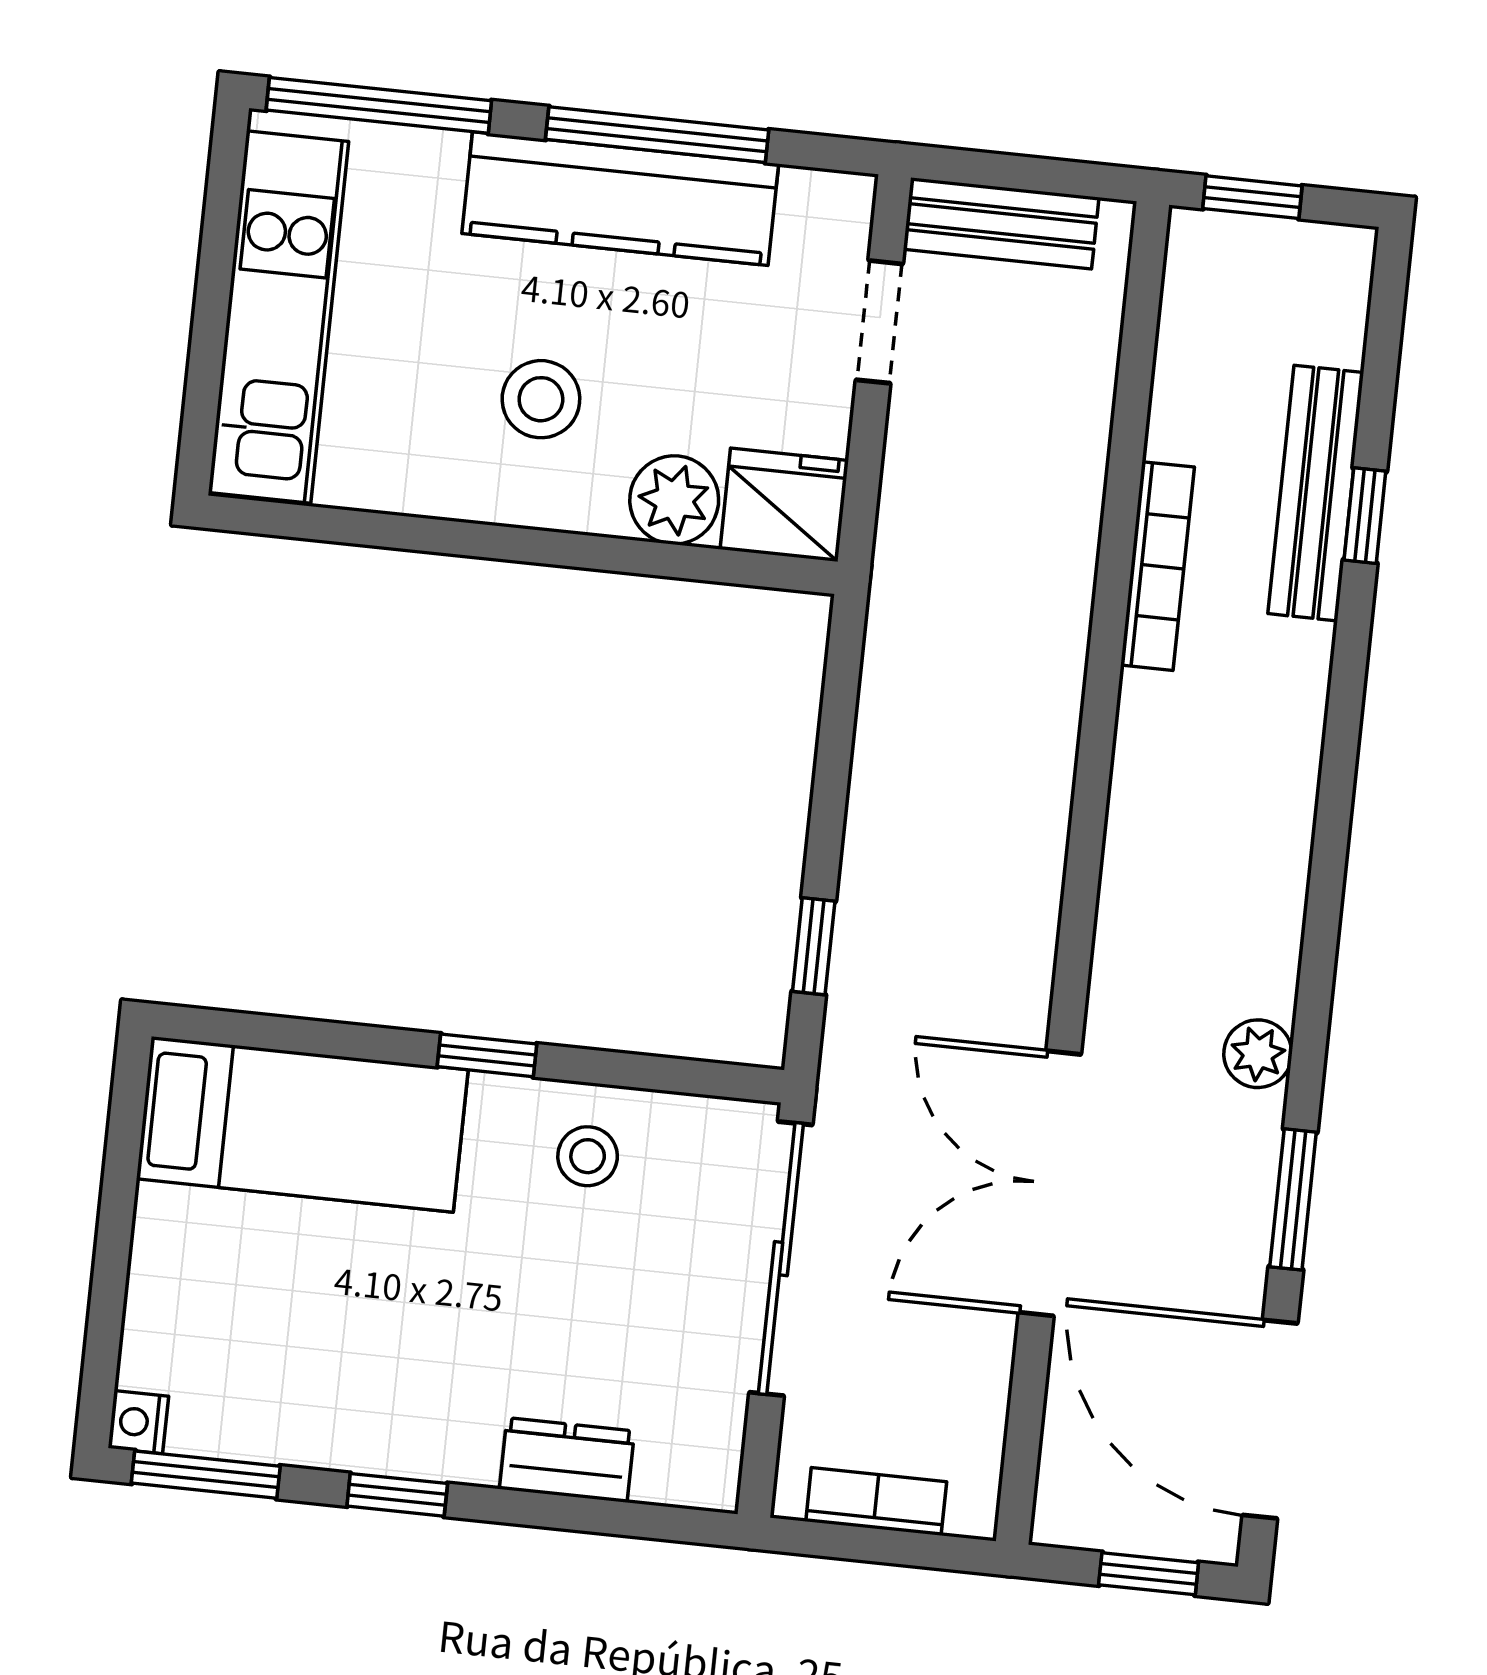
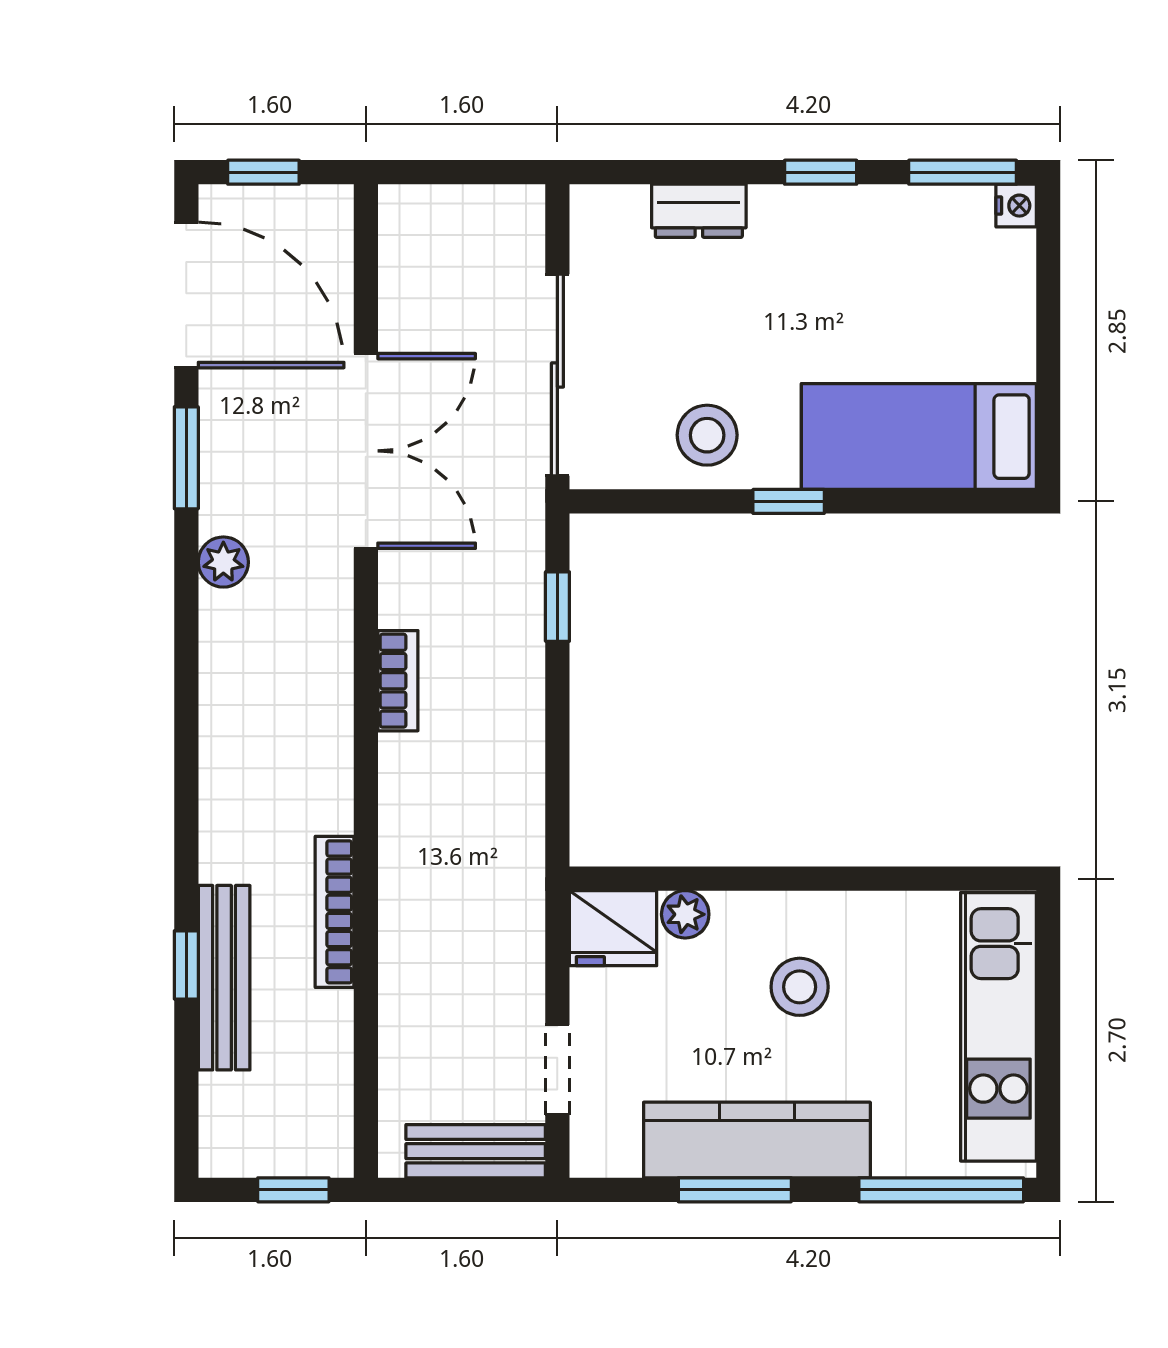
window: (657, 135) -> (735, 1190), width x0.69
plant: (674, 500) -> (685, 914), width x0.73, depth x0.73
stool: (588, 1156) -> (707, 435), width x1.37, depth x1.37
bookcase: (876, 1501) -> (398, 681), moved, turned -90

